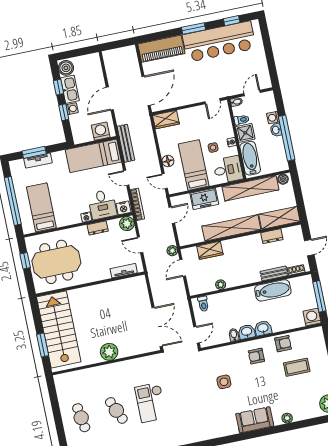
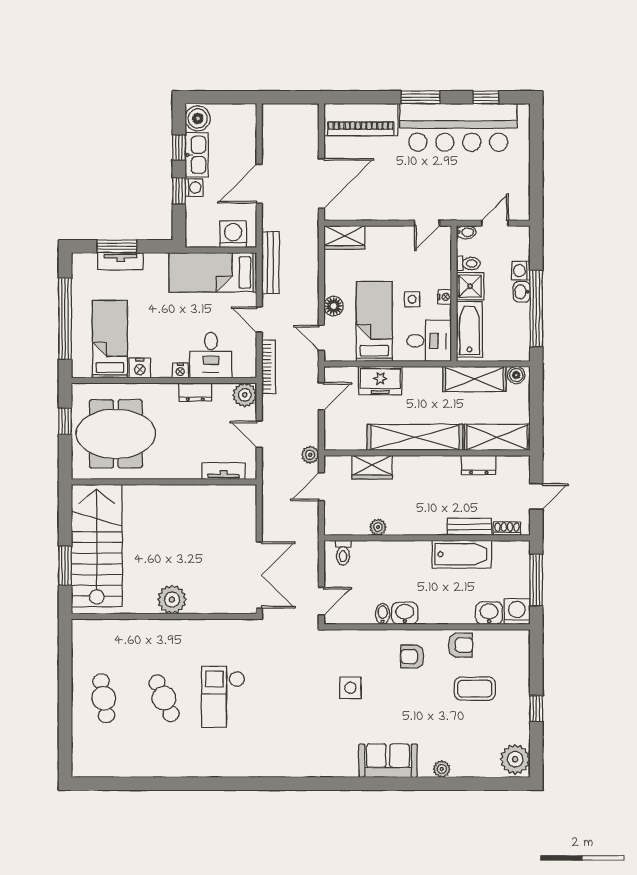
shelving: (250, 188) -> (474, 379), width x0.68
nightstand: (123, 208) -> (140, 368), moved
washbasin: (263, 328) -> (489, 613), moved

